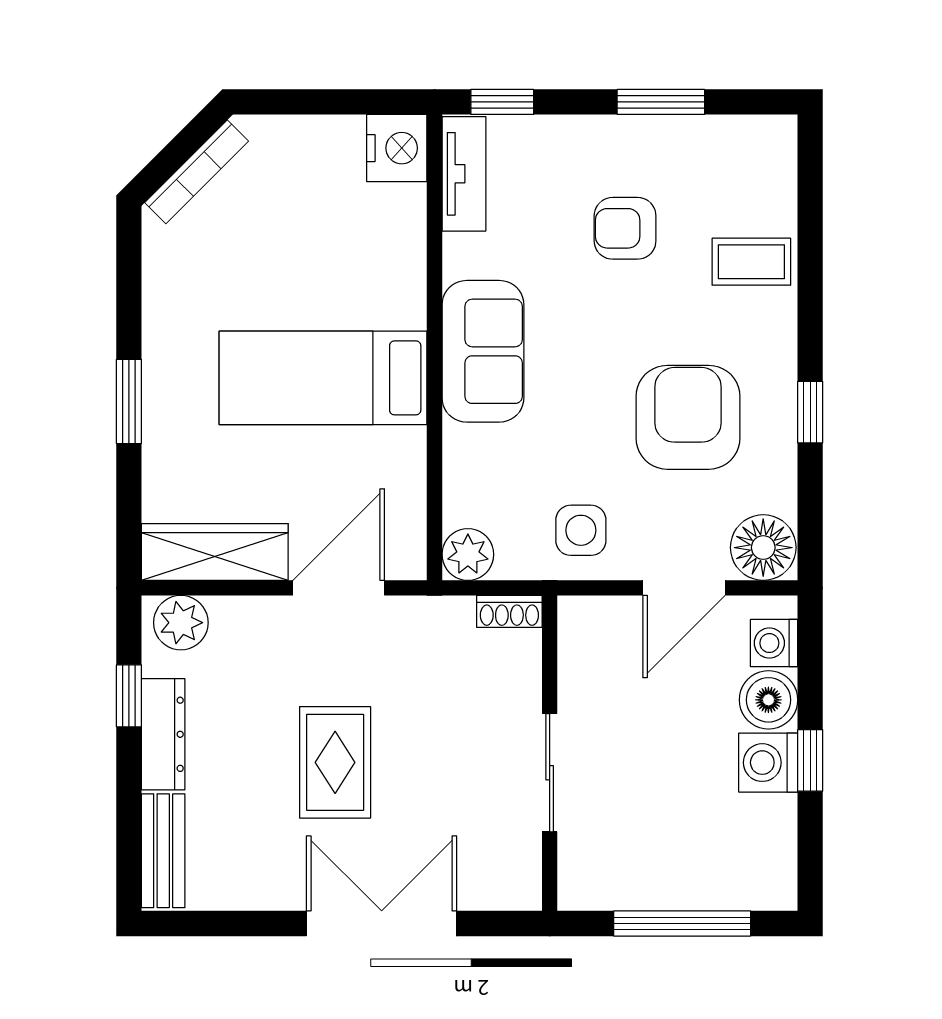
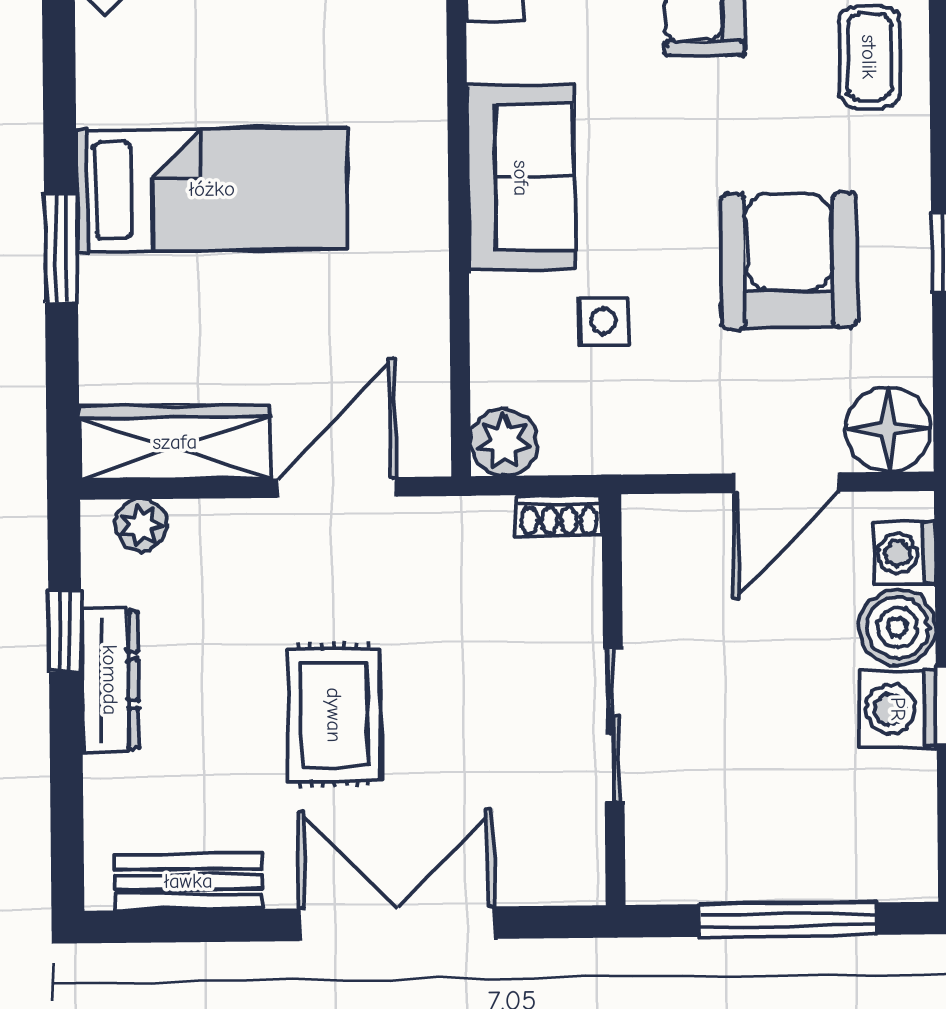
coffee table: (751, 262) -> (869, 57), turned 90
bed: (323, 378) -> (212, 189), moved, turned 180
side table: (581, 530) -> (603, 321), moved, width x0.73, depth x0.73
plant: (181, 623) -> (141, 525), width x0.73, depth x0.73
bench: (163, 851) -> (188, 881), moved, turned 90

